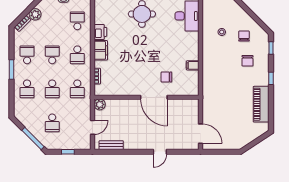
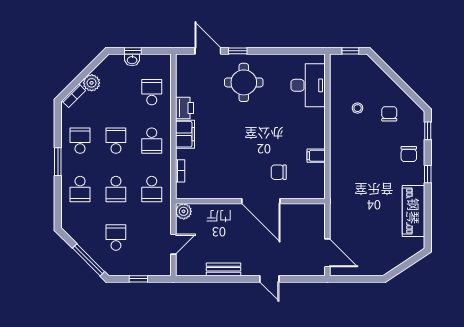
chair: (247, 61) -> (409, 154), moved
school desk: (52, 123) -> (116, 238), turned 180
bench: (111, 145) -> (224, 269), moved
door: (160, 152) -> (269, 279), hinge flipped

